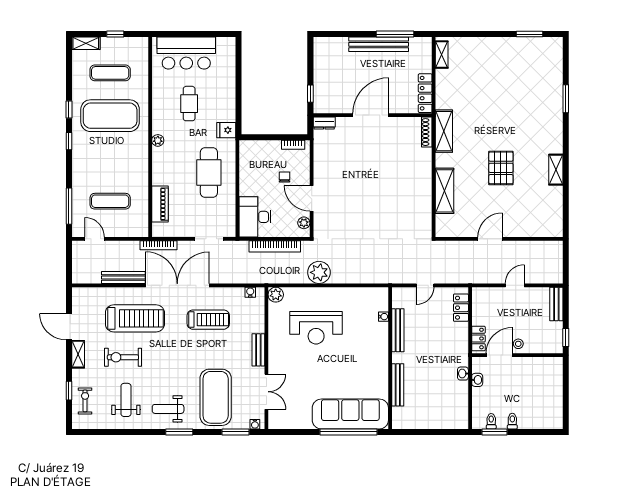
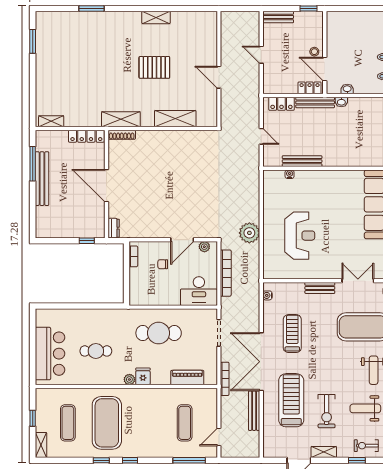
fridge: (226, 130) -> (143, 376), moved, turned 180
plant: (276, 295) -> (270, 272), removed
bench: (398, 385) -> (315, 102), moved

